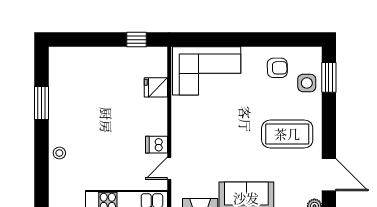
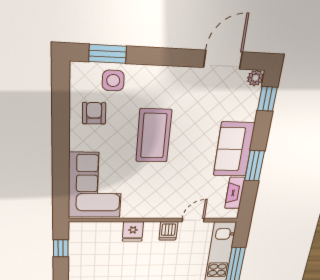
fridge: (156, 87) -> (133, 232), moved
coffee table: (287, 134) -> (154, 136), moved
door: (169, 168) -> (193, 220), swing flipped

